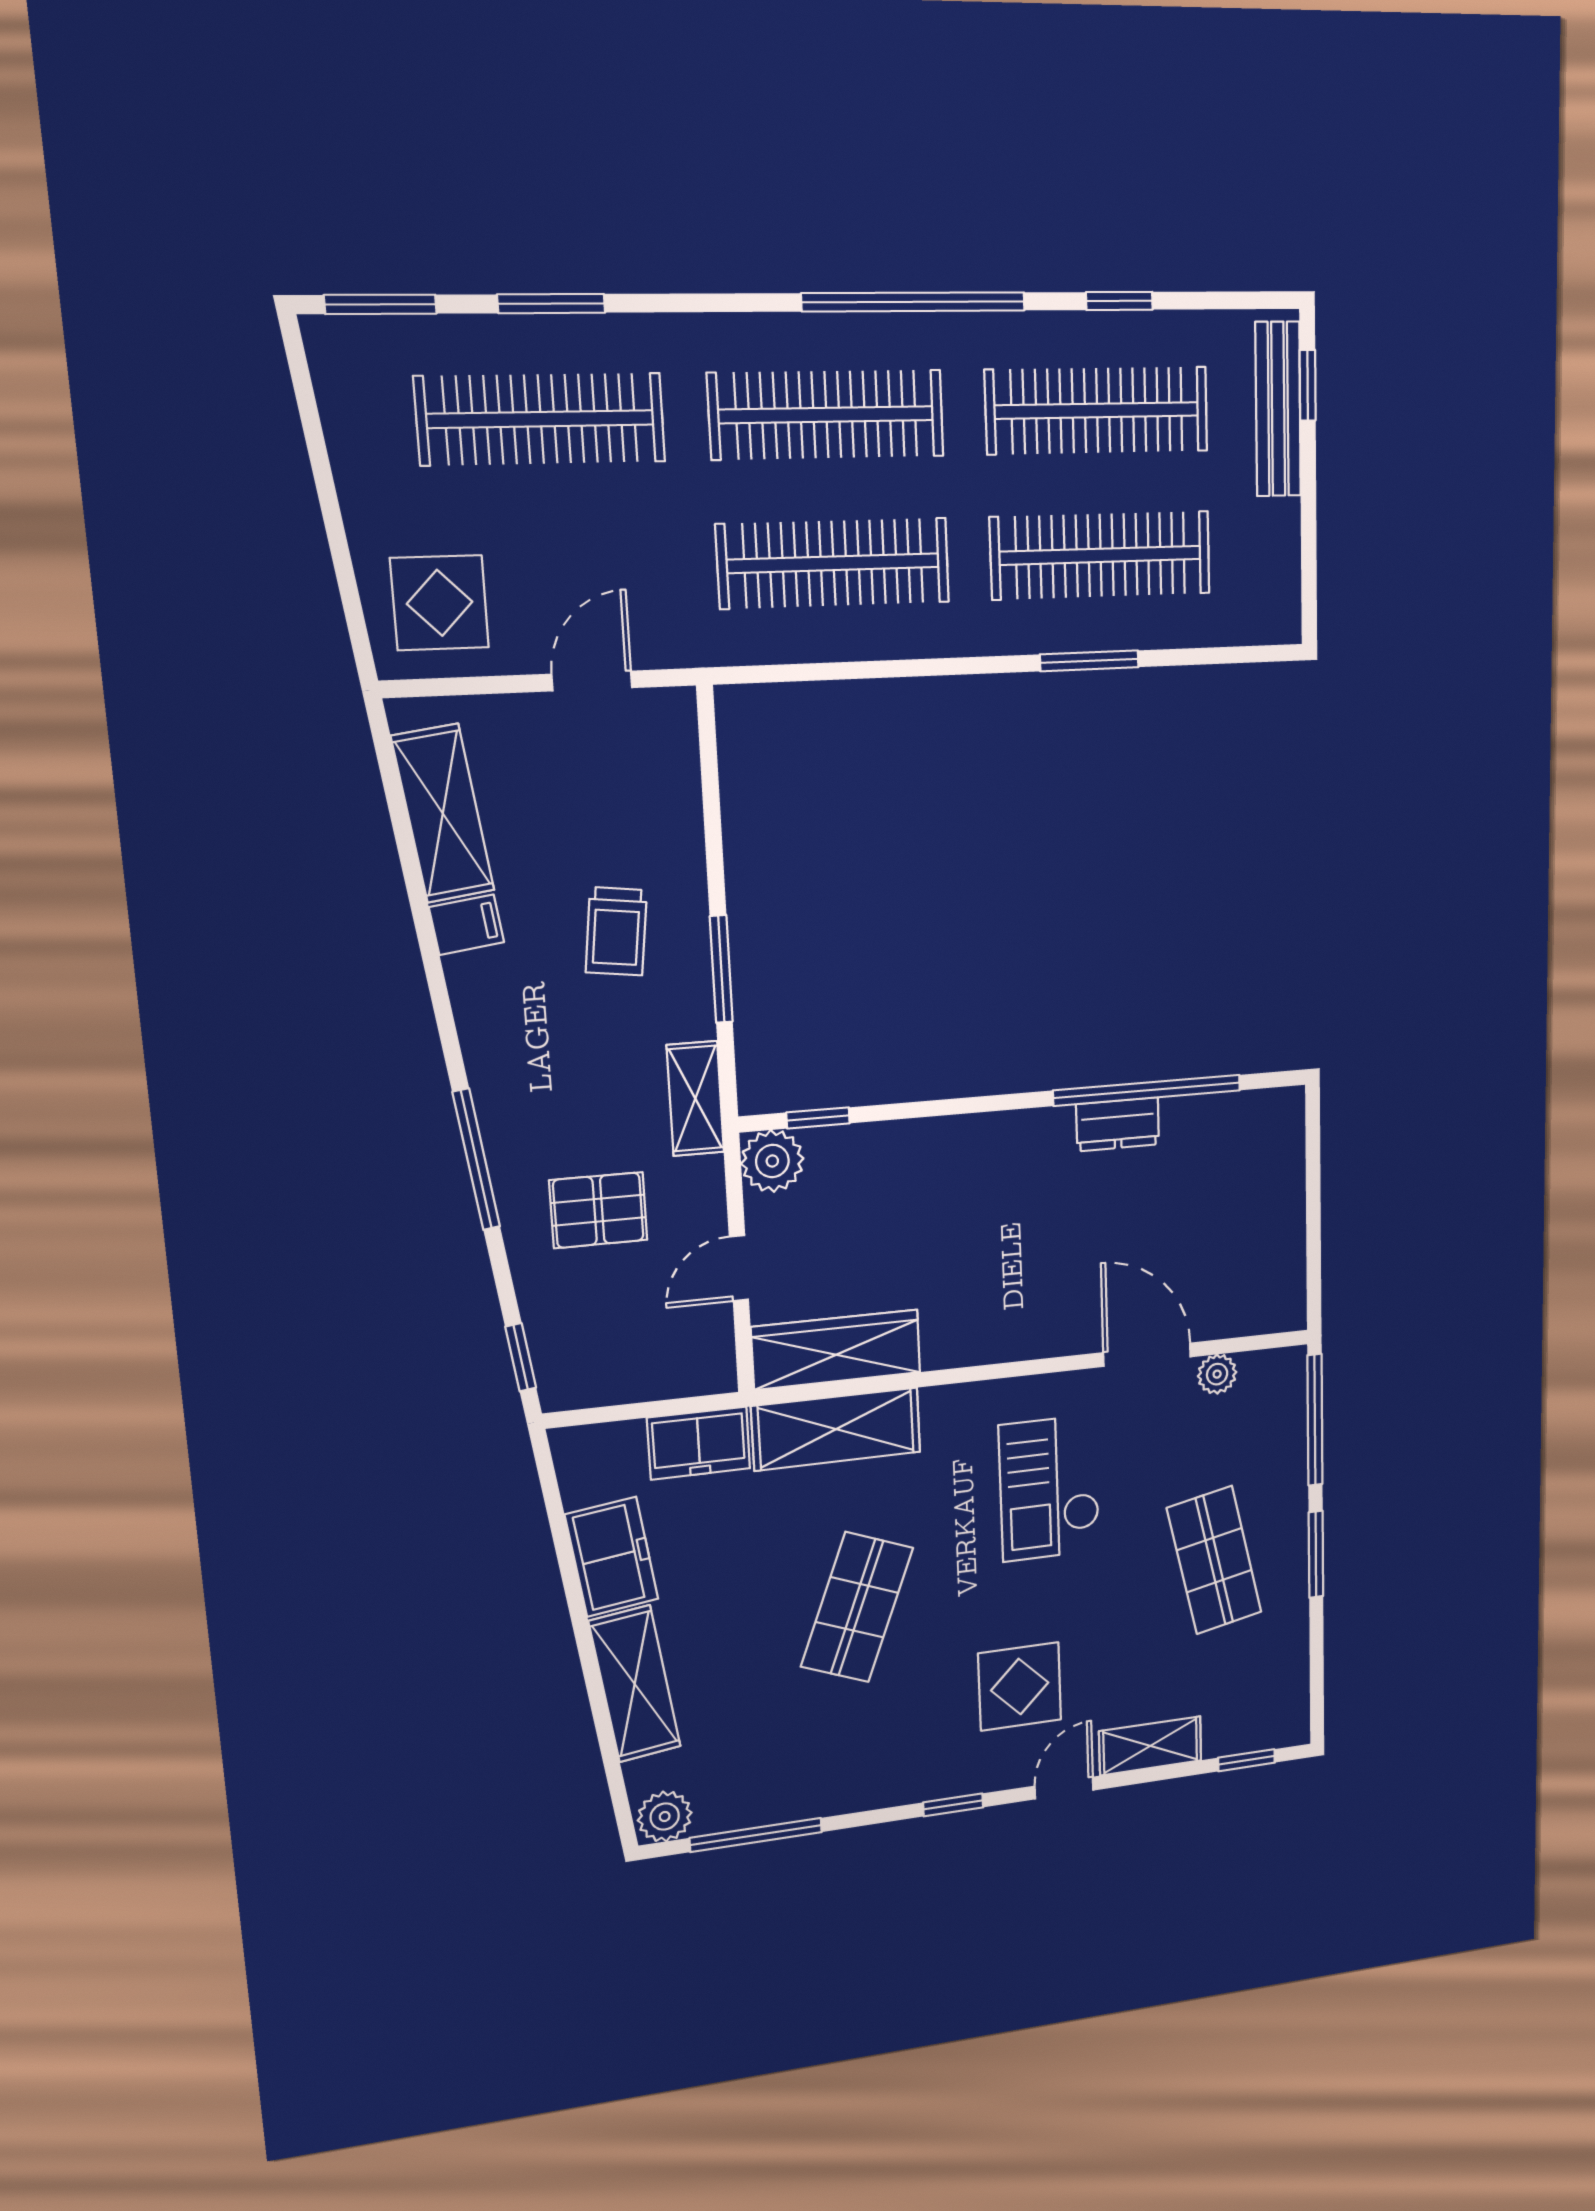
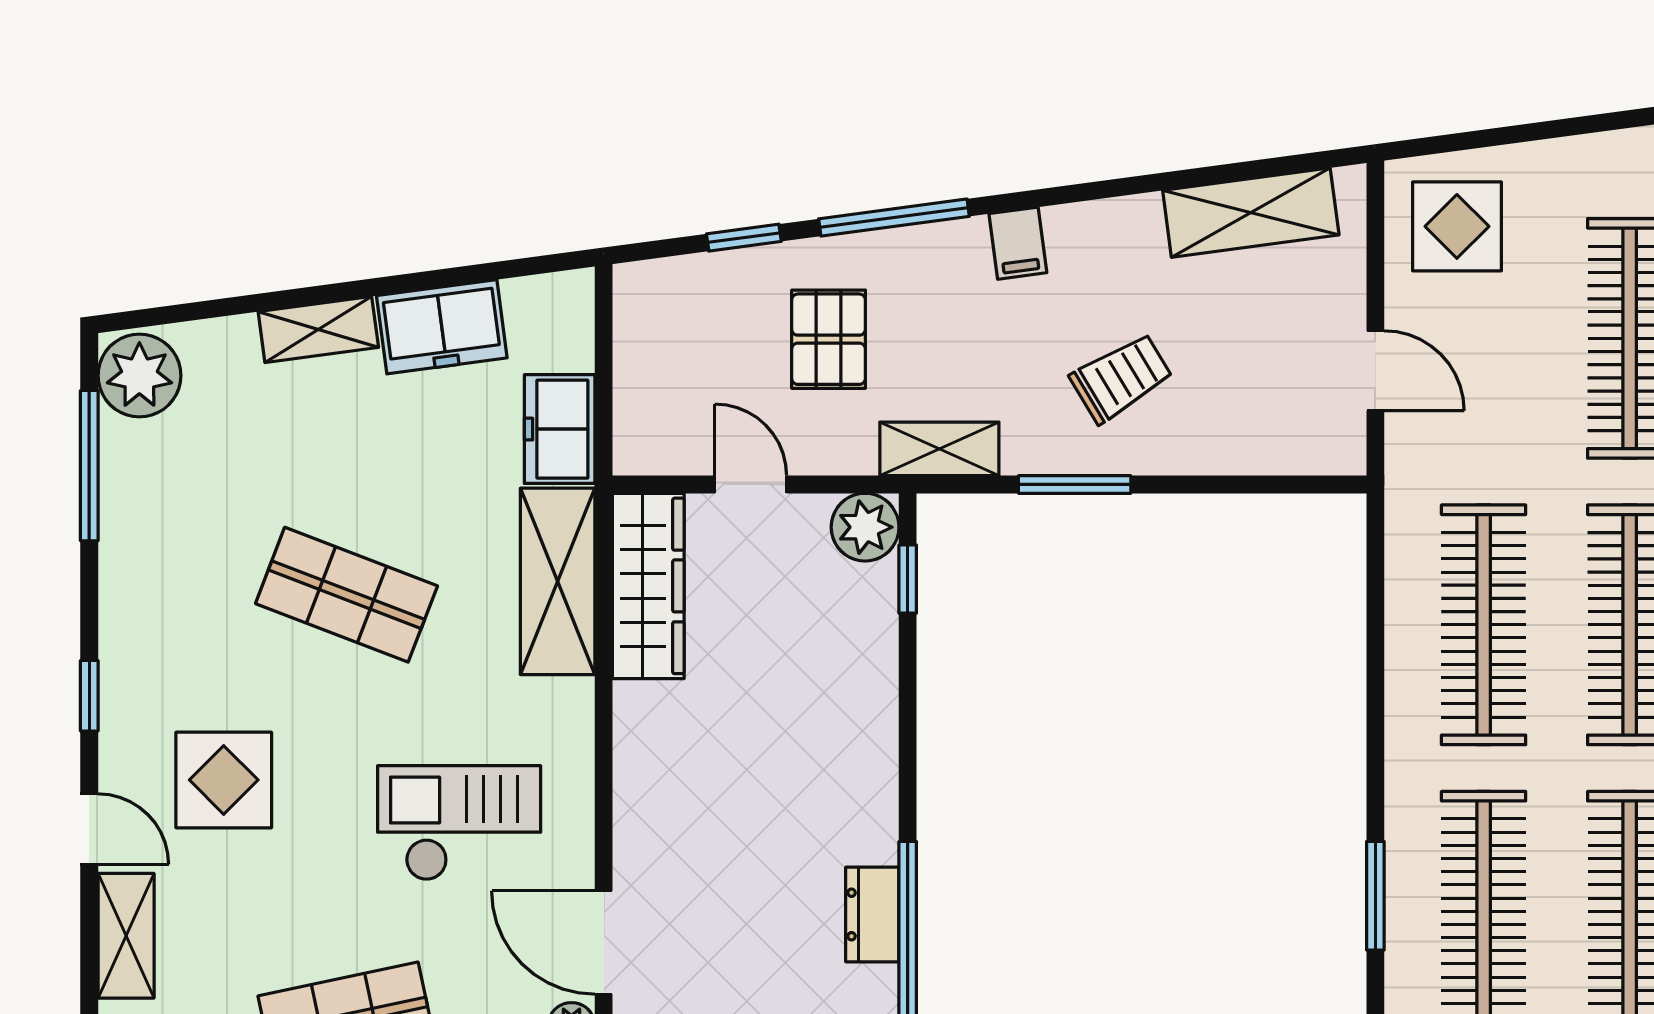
filing cabinet: (467, 925) -> (1018, 243), moved
trolley: (616, 931) -> (1121, 378), turned 142
door: (1147, 1355) -> (604, 943), swing flipped
window: (521, 1357) -> (744, 238), moved
shelving: (635, 1684) -> (318, 330), width x0.67, depth x0.75
plant: (665, 1817) -> (139, 376), width x1.36, depth x1.36

